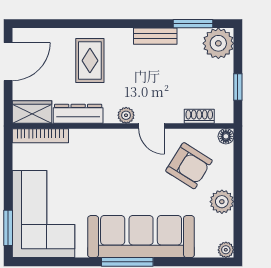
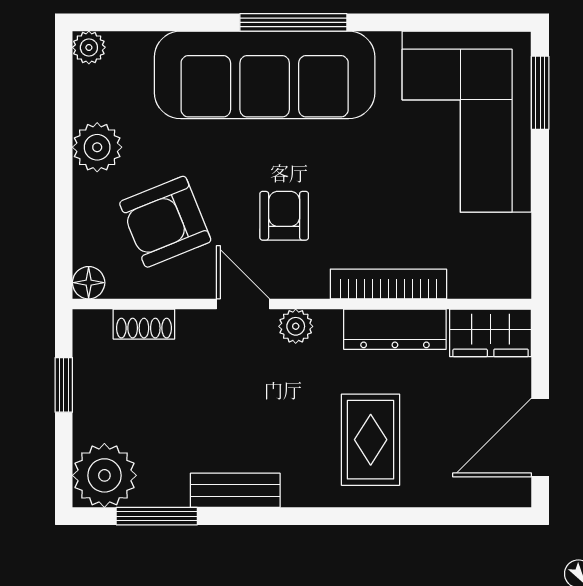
bookcase: (40, 136) -> (388, 284), moved
armchair: (189, 166) -> (165, 222), turned -54
armchair: (132, 169) -> (284, 216), added

